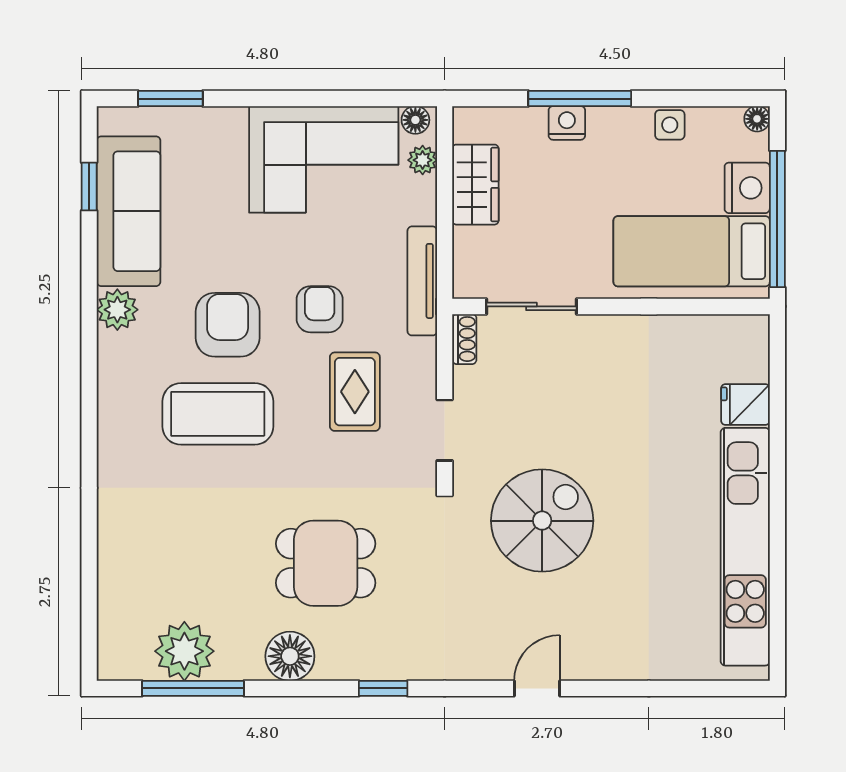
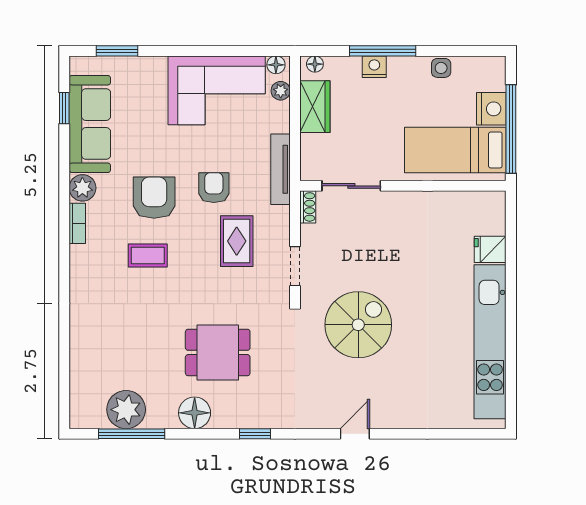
floor lamp: (757, 119) -> (315, 64), moved
bookcase: (109, 364) -> (77, 223), added
coffee table: (218, 414) -> (148, 256), width x0.54, depth x0.58

